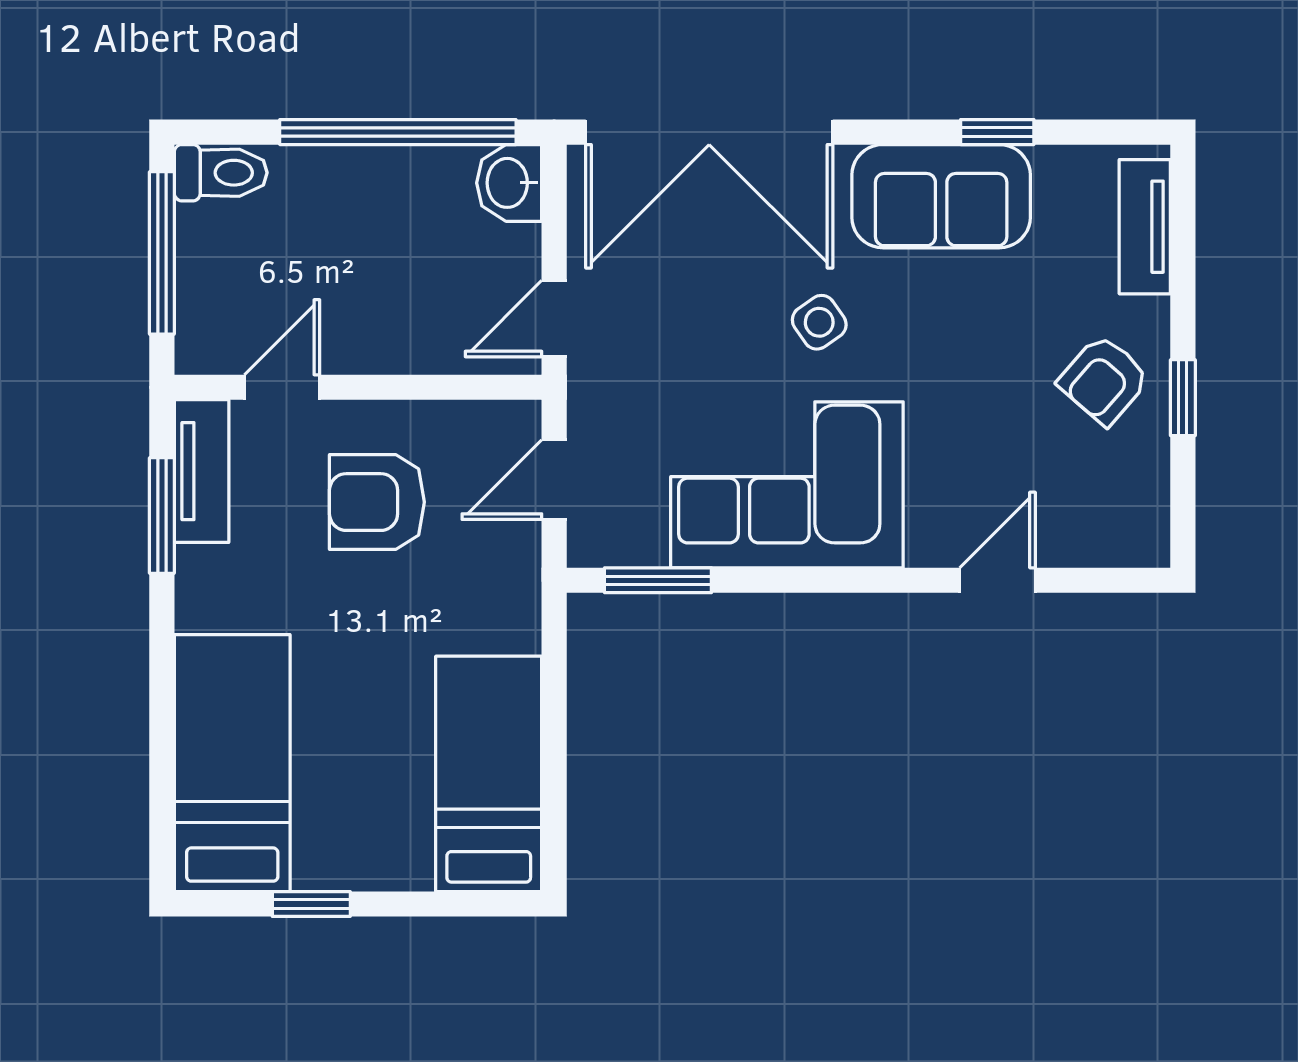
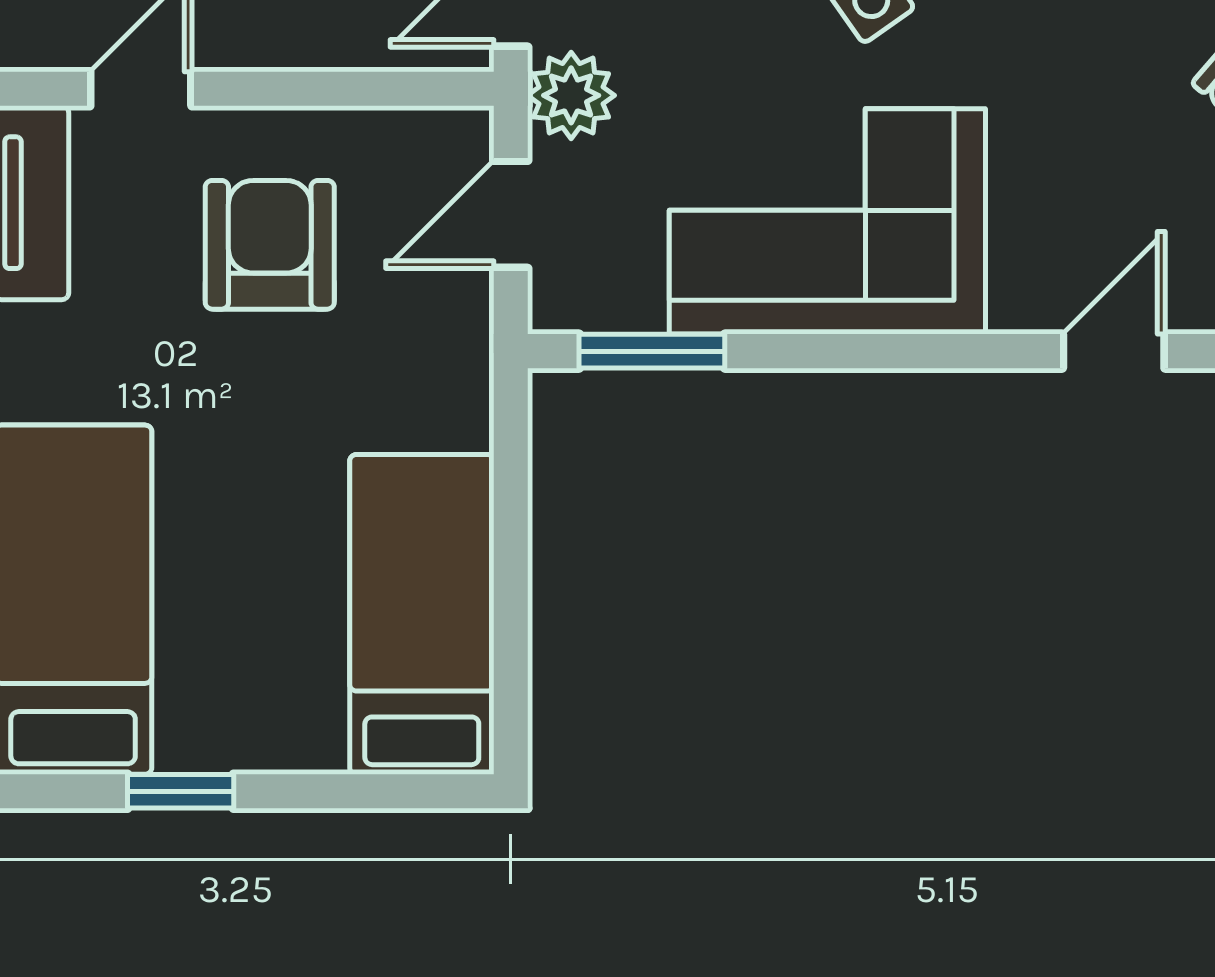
plant: (598, 392) -> (571, 95), added
armchair: (377, 502) -> (270, 245), turned 90

